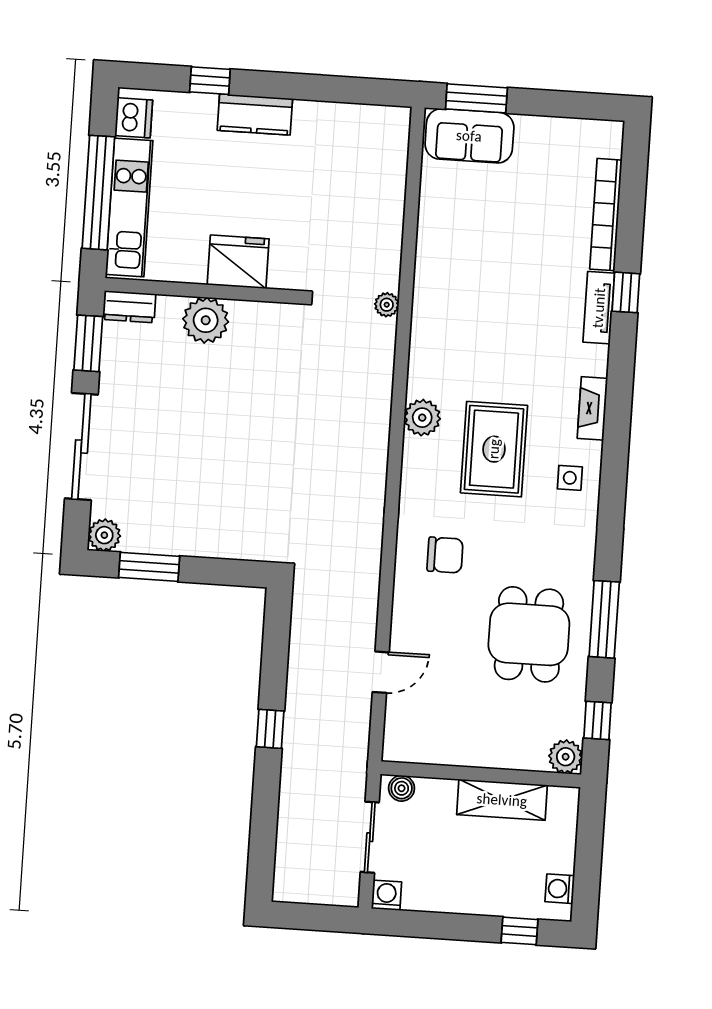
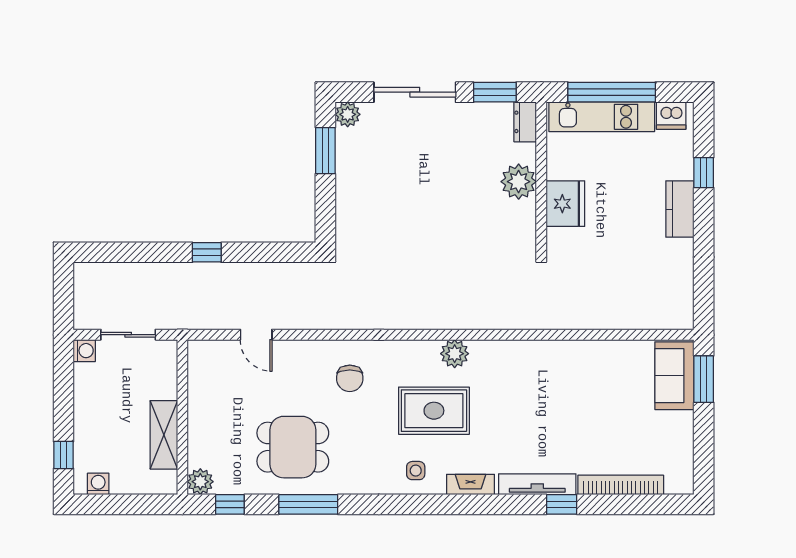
plant: (387, 305) -> (540, 320), removed
tv unit: (599, 308) -> (537, 484), width x1.41
boiler: (402, 788) -> (168, 357), removed

